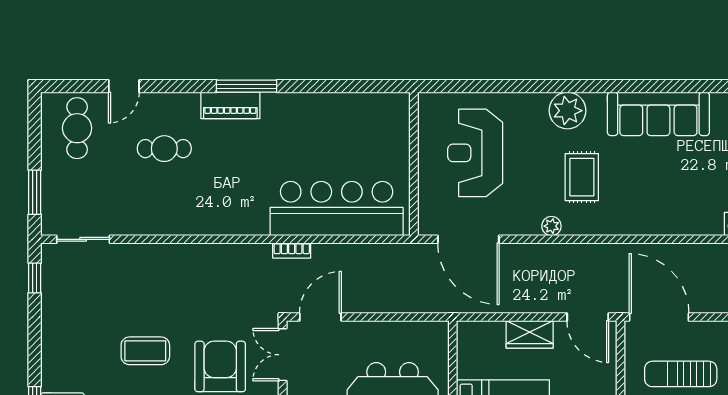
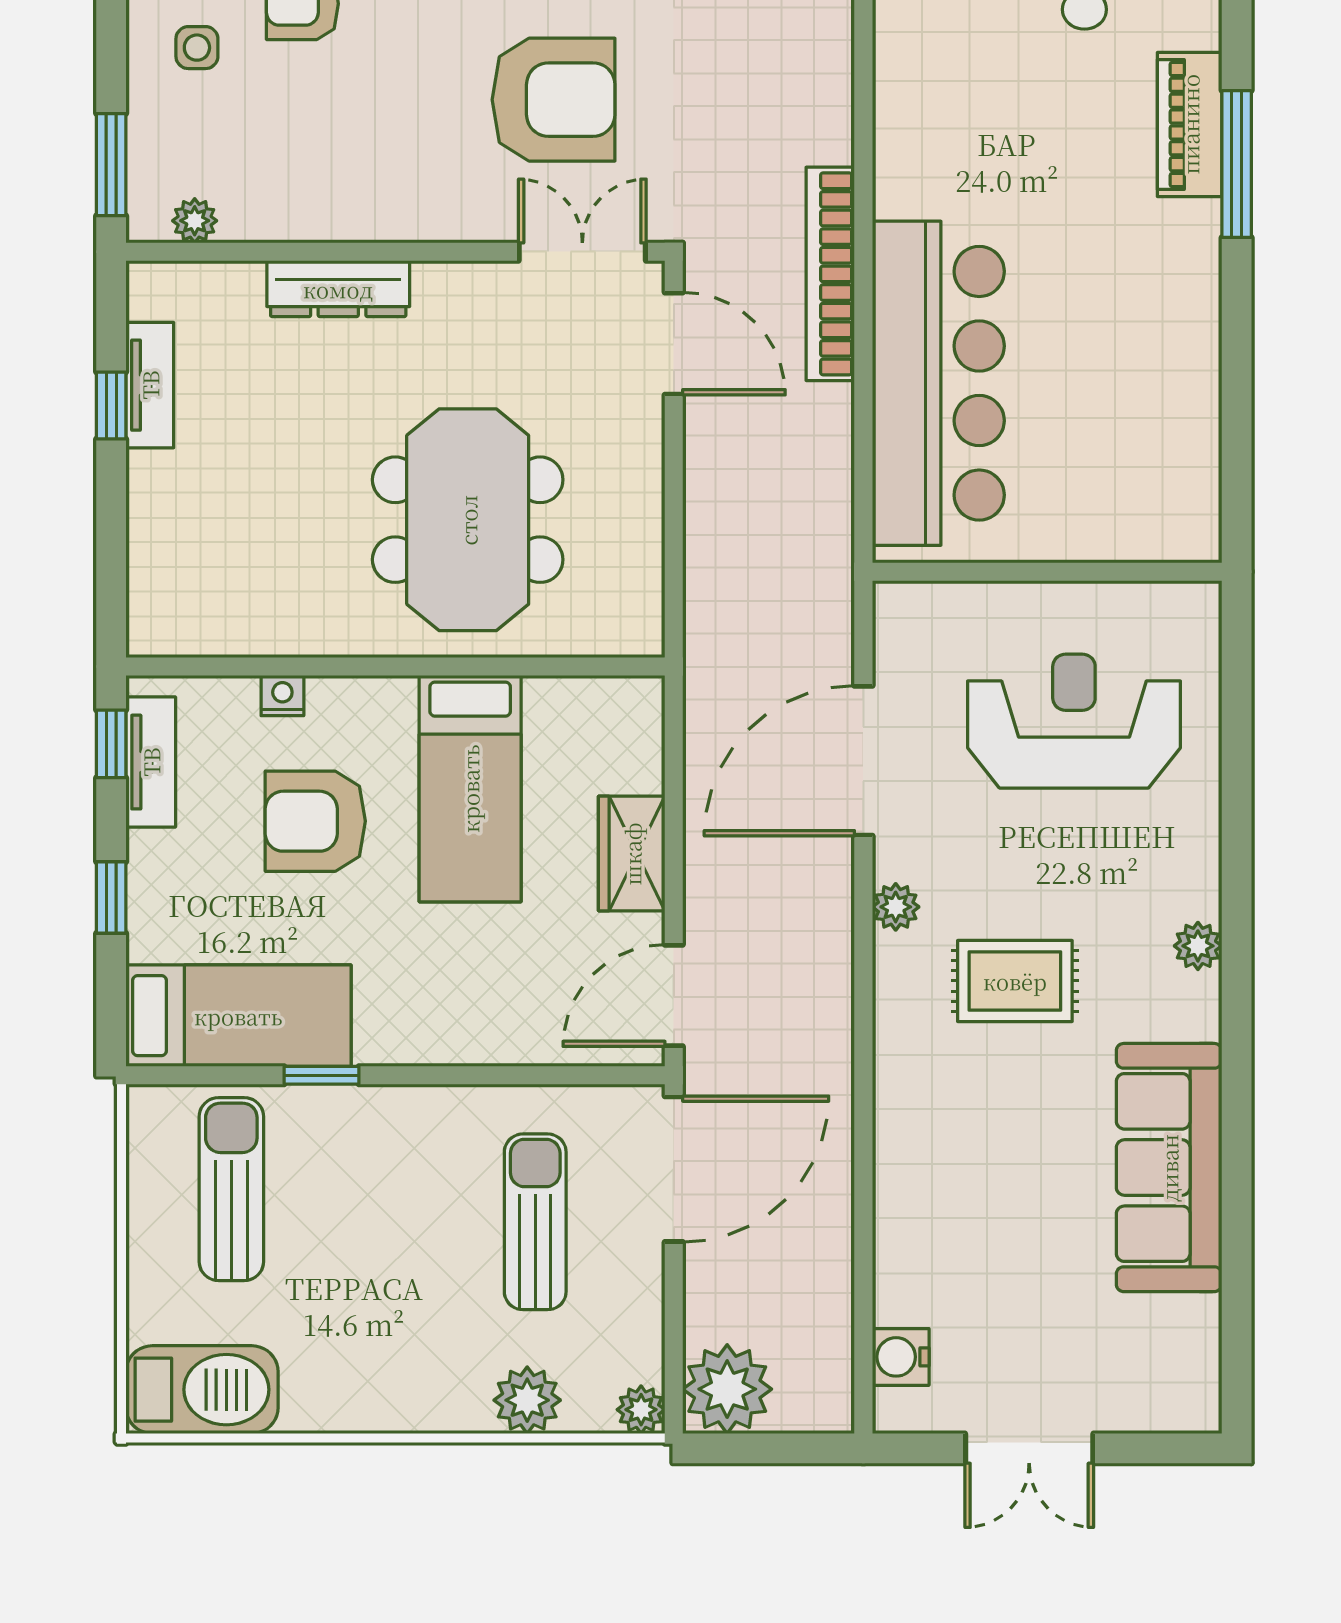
plant: (567, 111) -> (1198, 946), width x0.53, depth x0.53
door: (468, 239) -> (863, 761), moved
bookcase: (292, 251) -> (830, 274), width x2.31, depth x1.31

